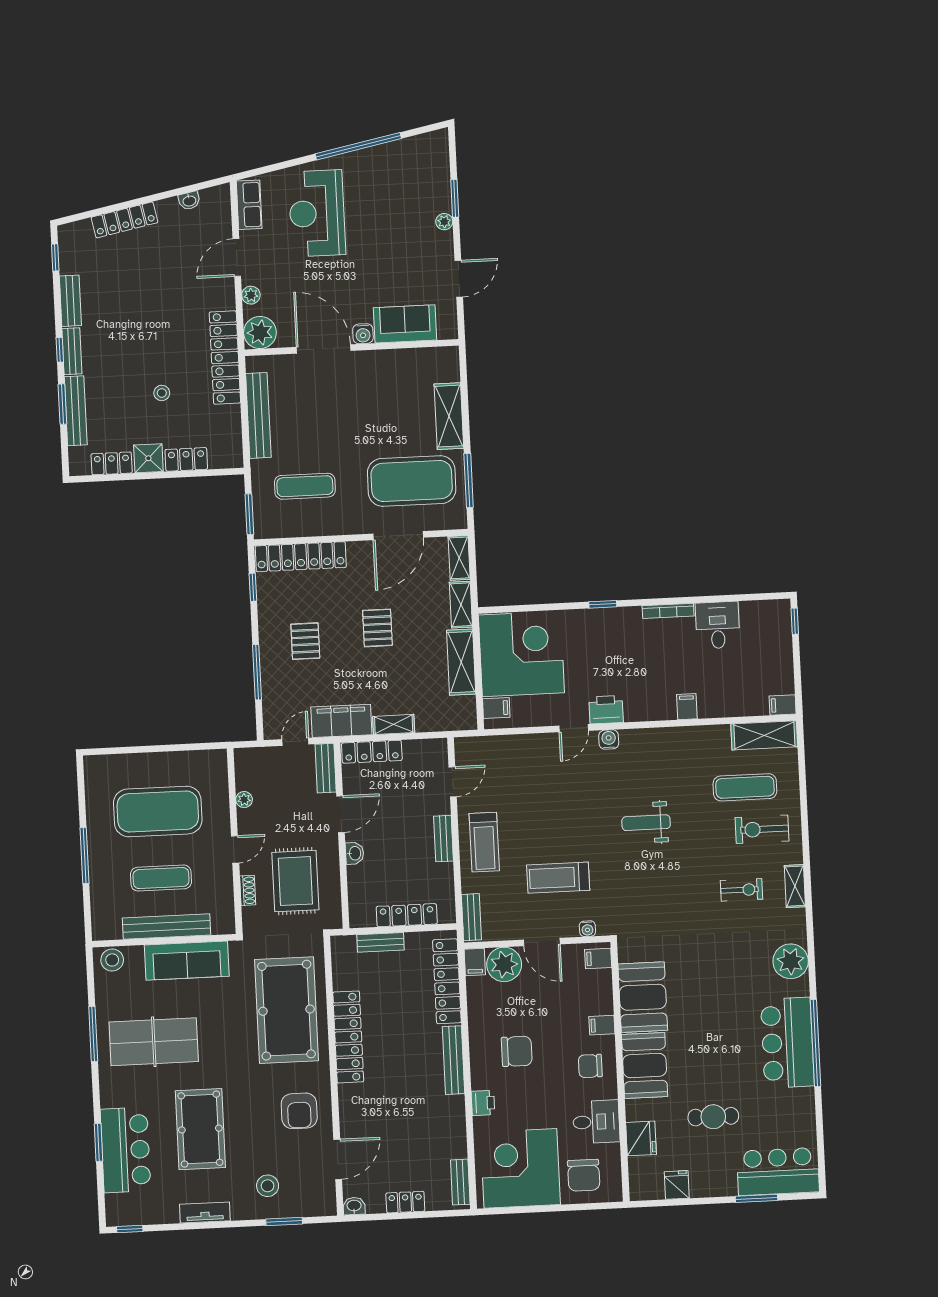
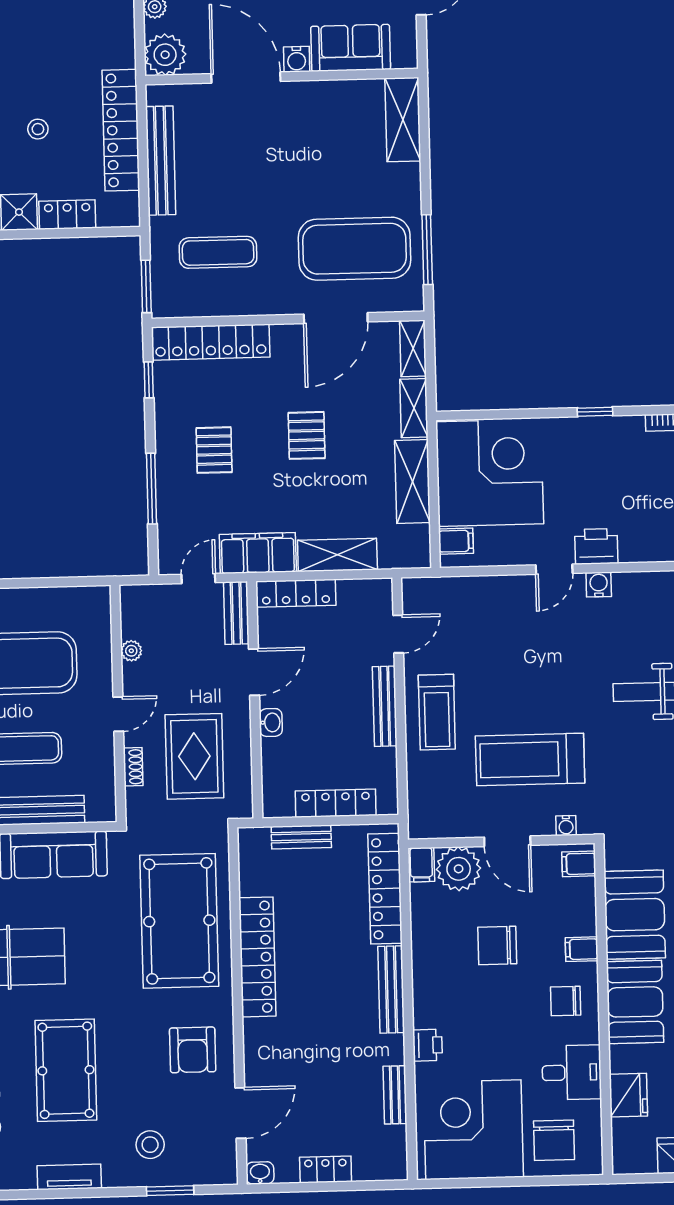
locker: (225, 358) -> (121, 130), moved
shelving: (449, 416) -> (403, 120), moved
shelving: (394, 724) -> (337, 555), width x1.50, depth x1.33
bench: (443, 839) -> (385, 706), width x1.36
treadmill: (558, 878) -> (530, 760), width x1.37, depth x1.38
bench: (471, 917) -> (418, 807), removed
chair: (517, 1051) -> (497, 945), moved, turned 180
bench: (460, 1182) -> (395, 1095), moved

